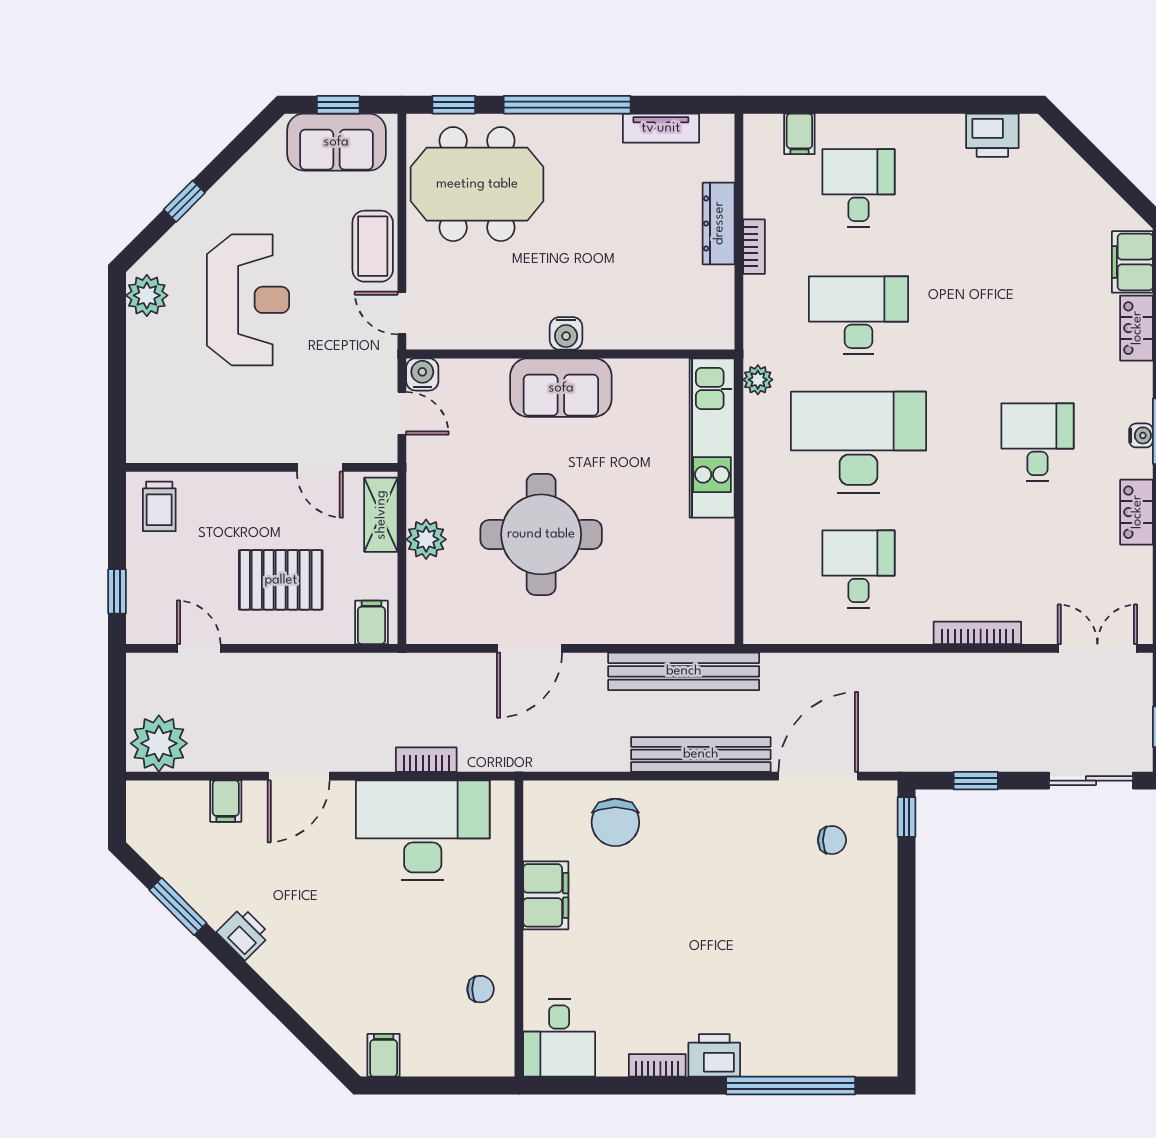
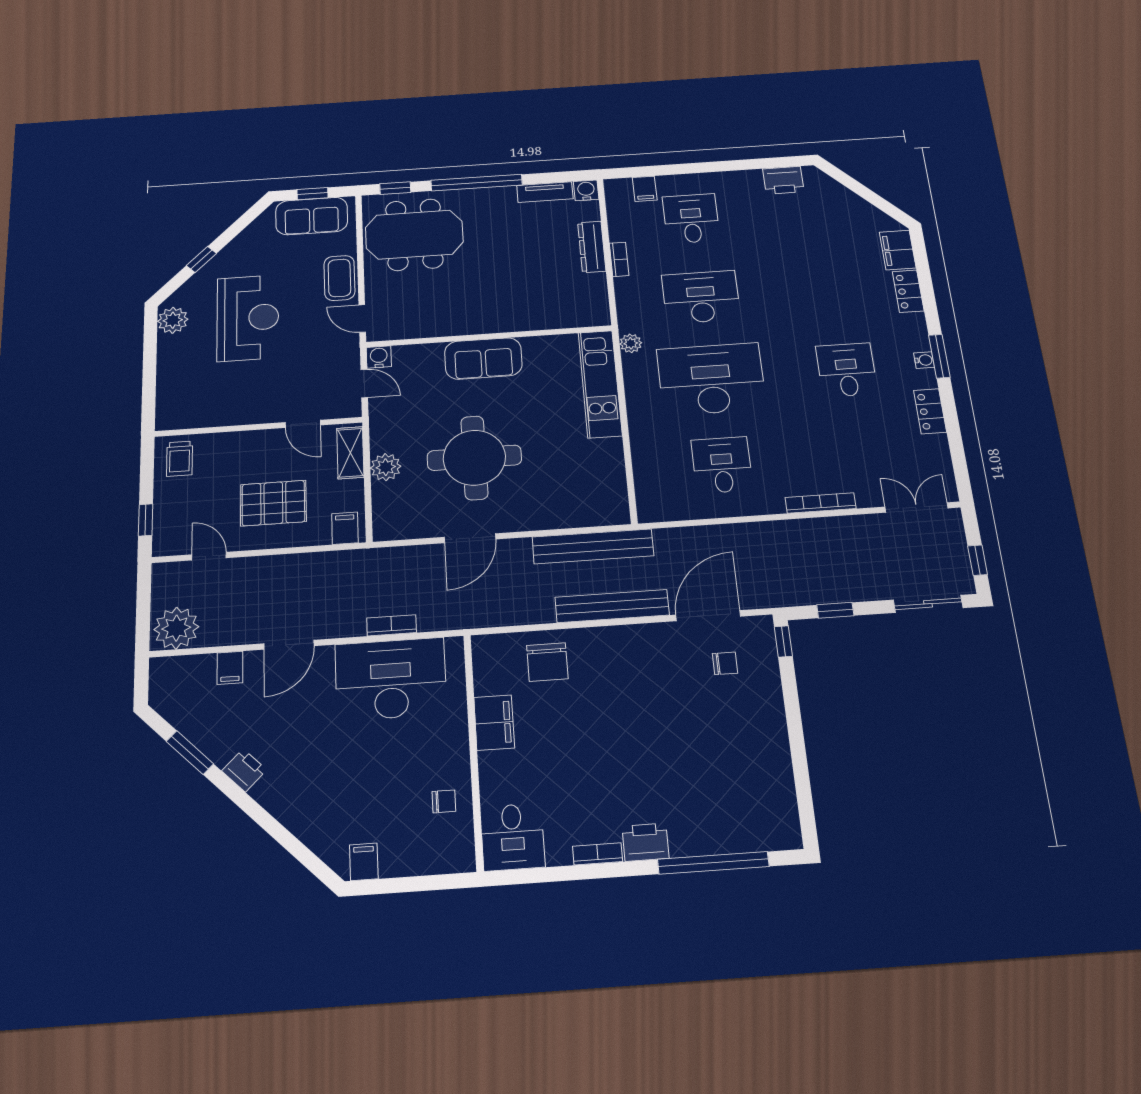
water cooler: (566, 333) -> (586, 190), moved, turned 180

